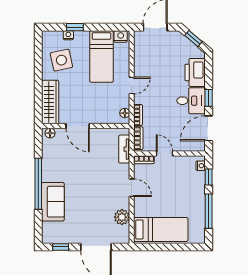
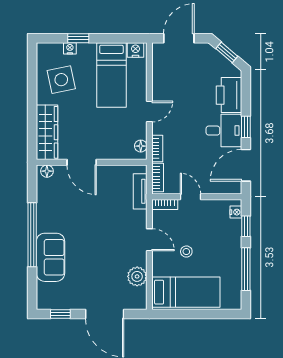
stool: (161, 197) -> (186, 252), added

